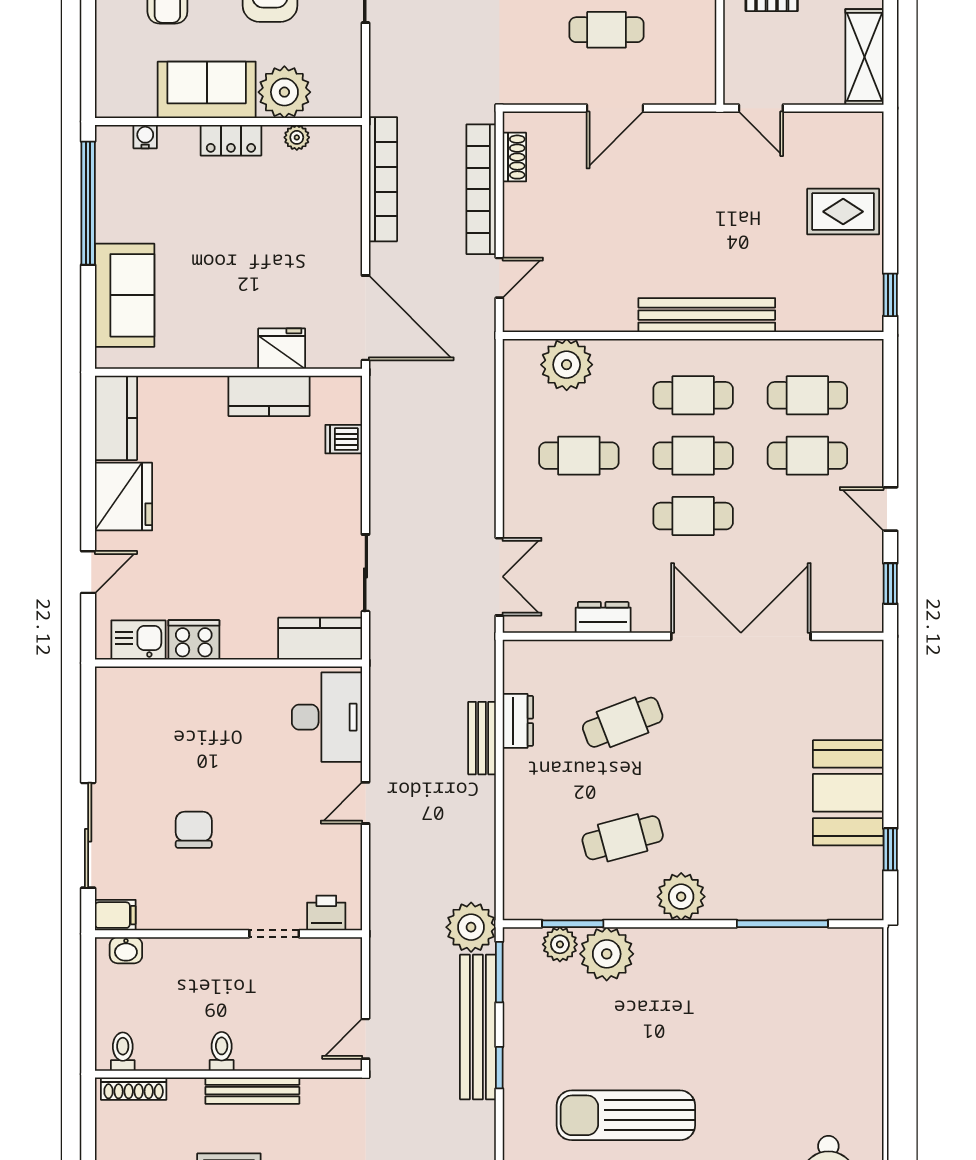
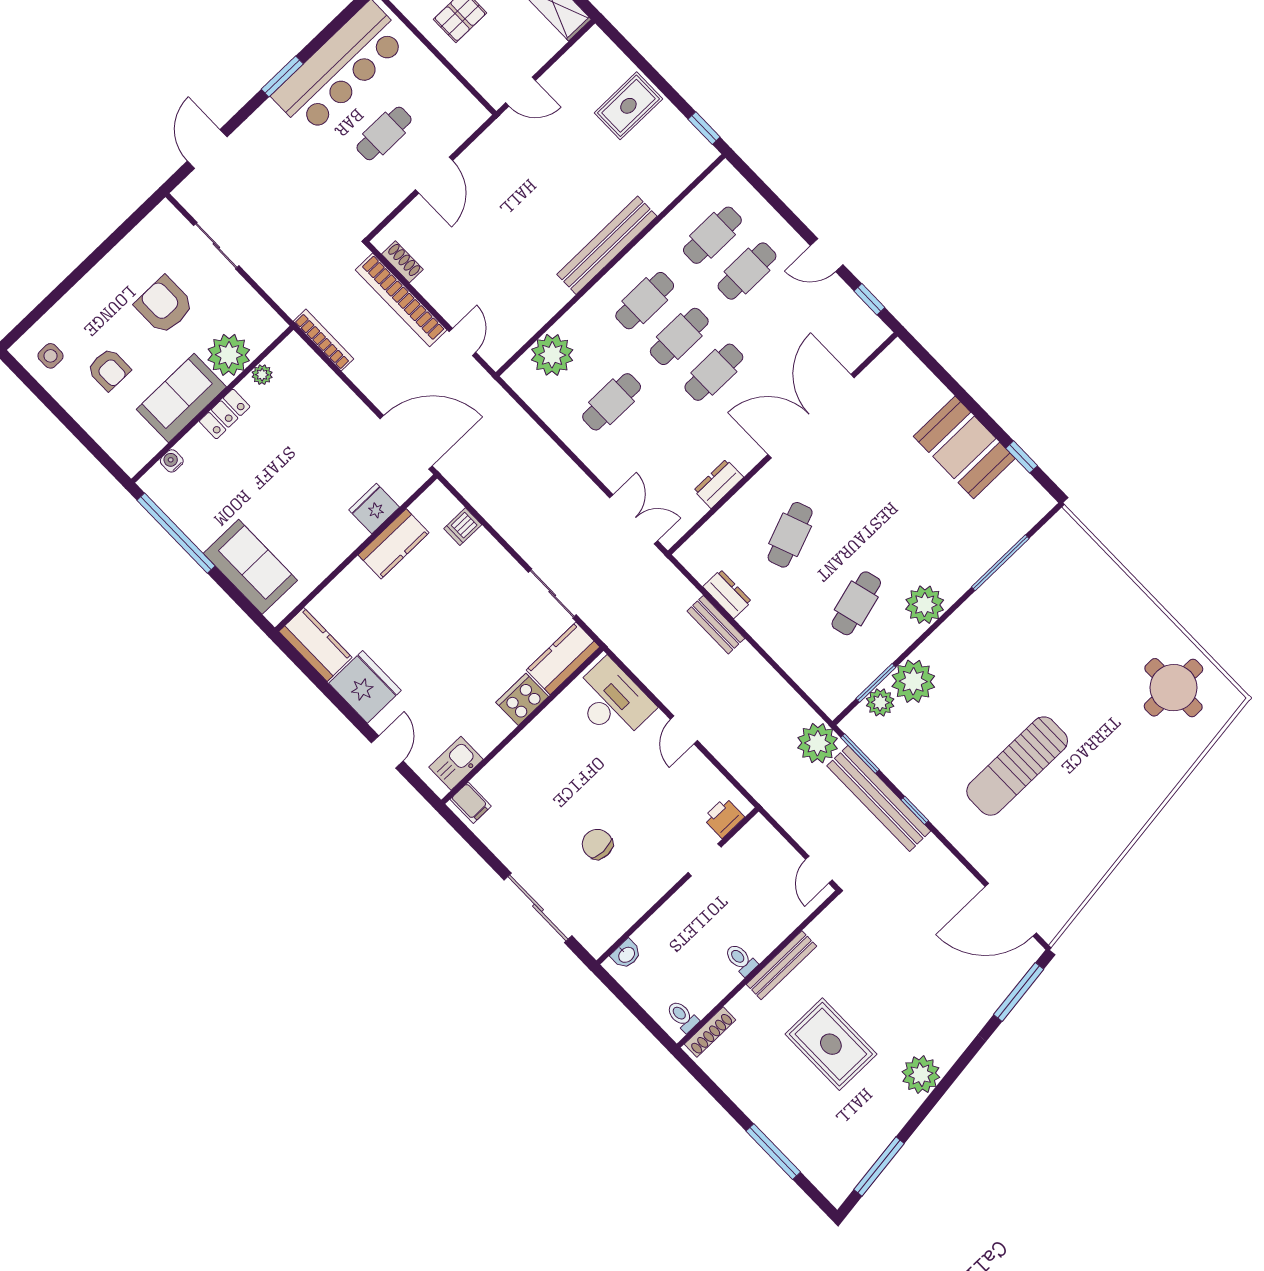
bookcase: (383, 179) -> (324, 340), width x0.68, depth x0.76
cooker: (194, 640) -> (522, 699), moved
filing cabinet: (115, 915) -> (471, 803), moved, turned 90

